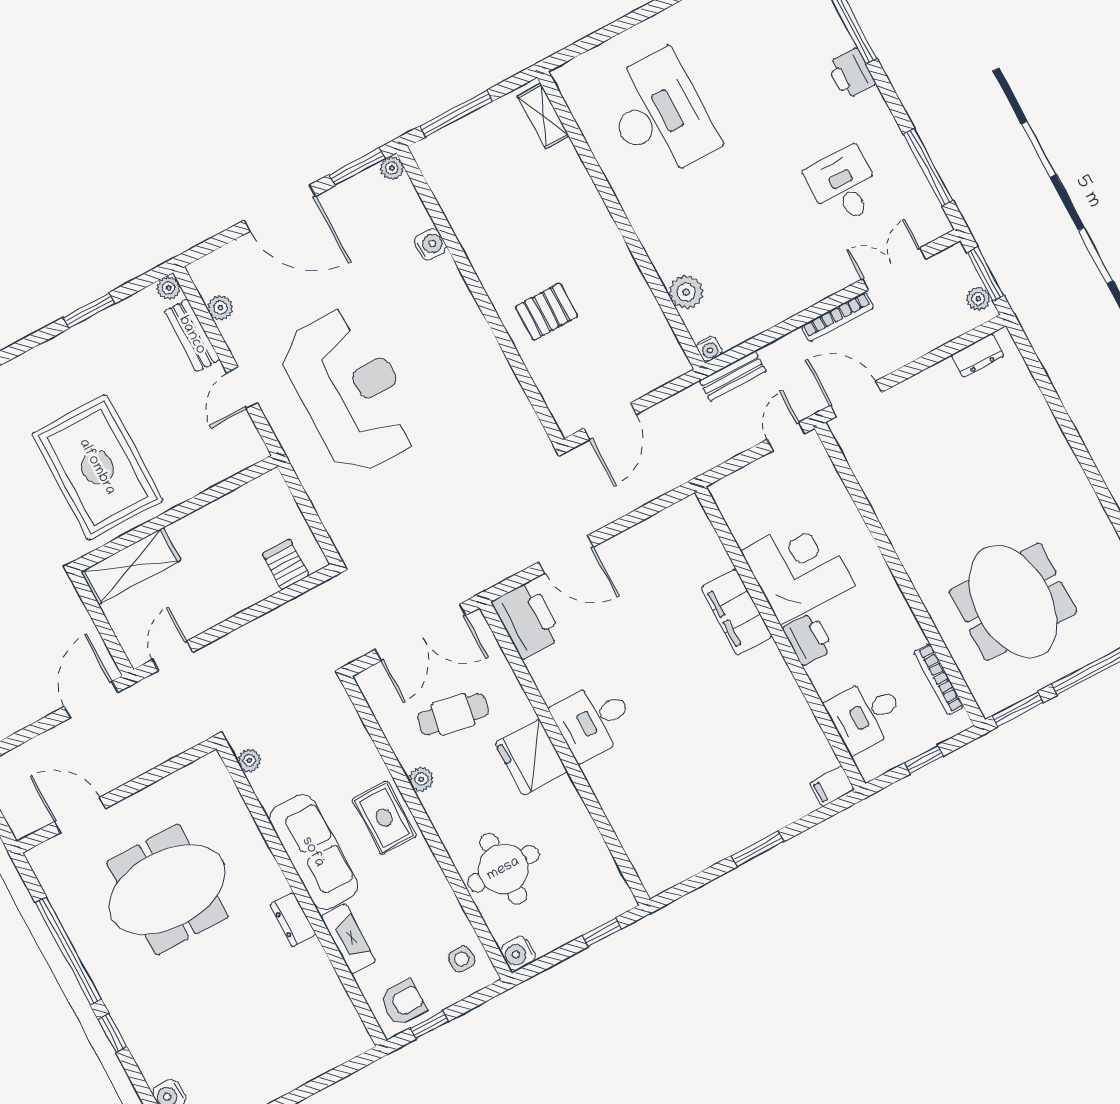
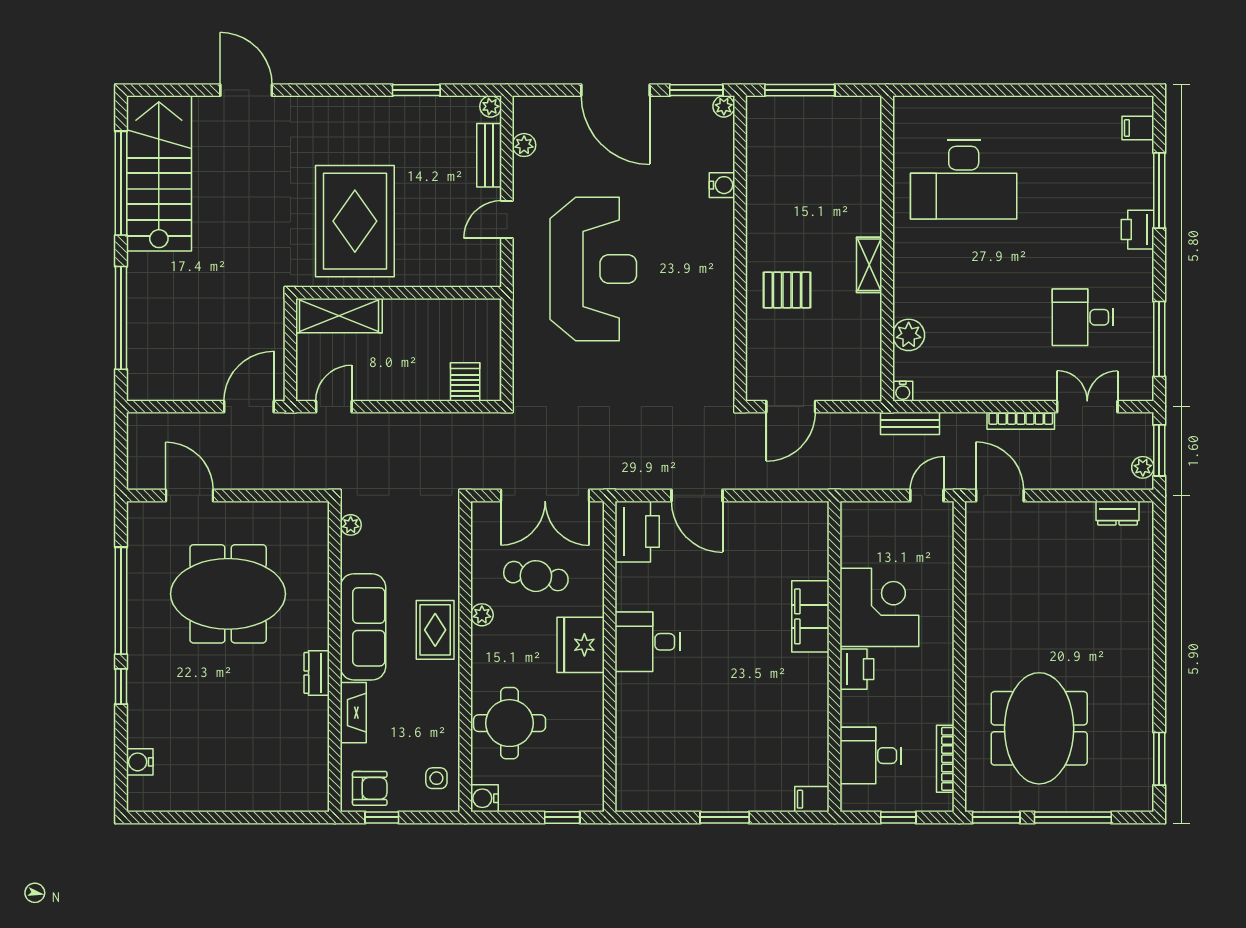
desk: (659, 115) -> (964, 180), turned 90
shelving: (543, 116) -> (869, 265), moved
desk: (844, 186) -> (1083, 317), turned -90

